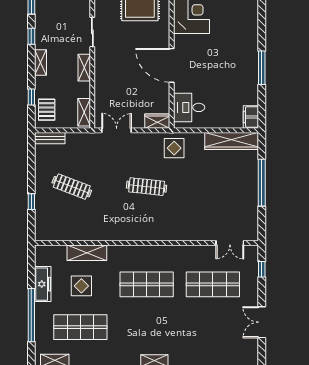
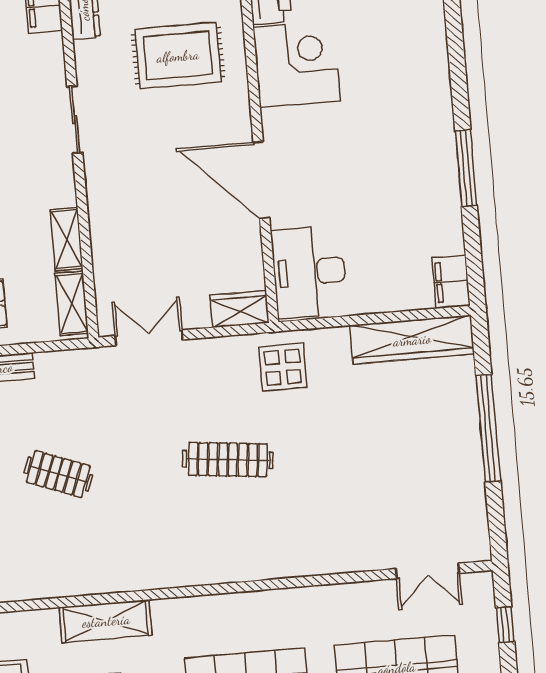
shelving: (84, 68) -> (67, 239), moved
desk: (189, 107) -> (309, 272), width x1.37
clothes rail: (72, 187) -> (58, 474), width x0.73

